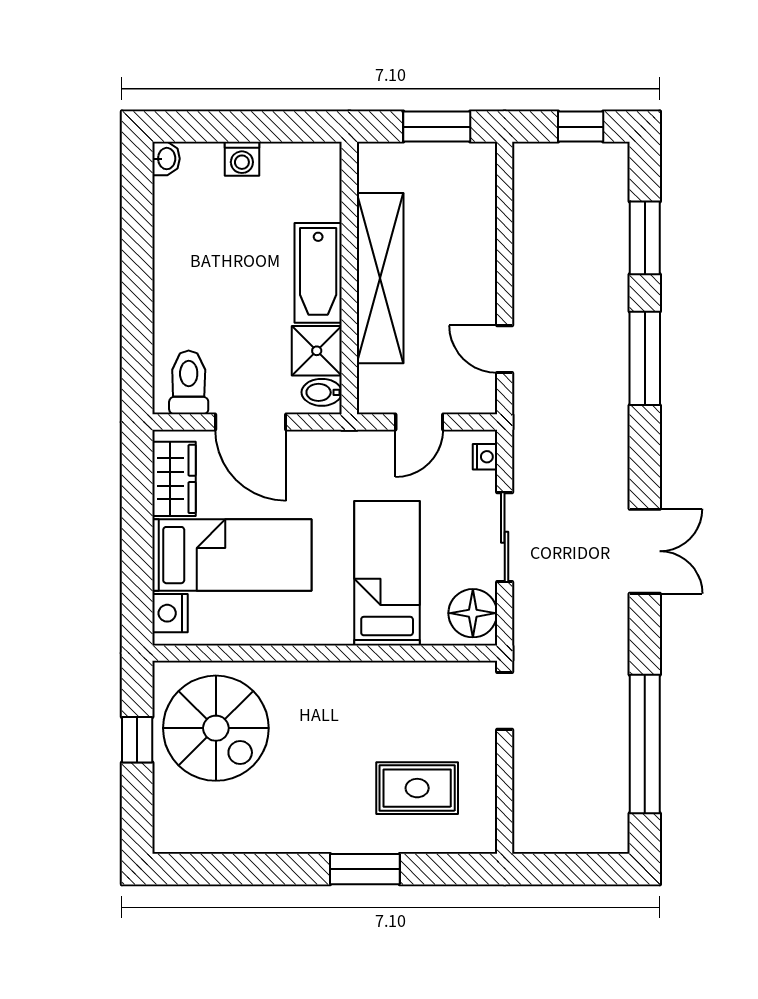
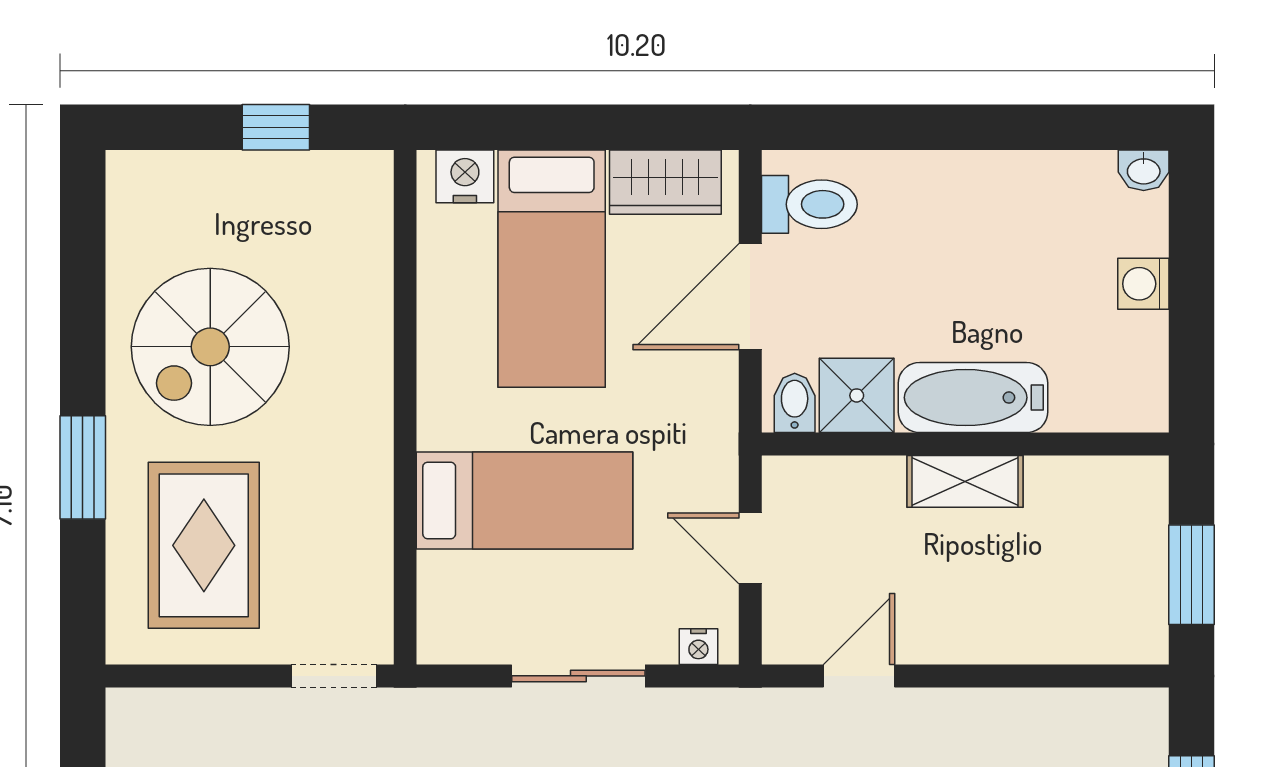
shelving: (380, 278) -> (965, 481), width x0.45, depth x0.75
floor lamp: (473, 613) -> (465, 628), removed
spiral stairs: (216, 728) -> (210, 347), moved
rug: (417, 788) -> (204, 545), width x1.36, depth x1.43

